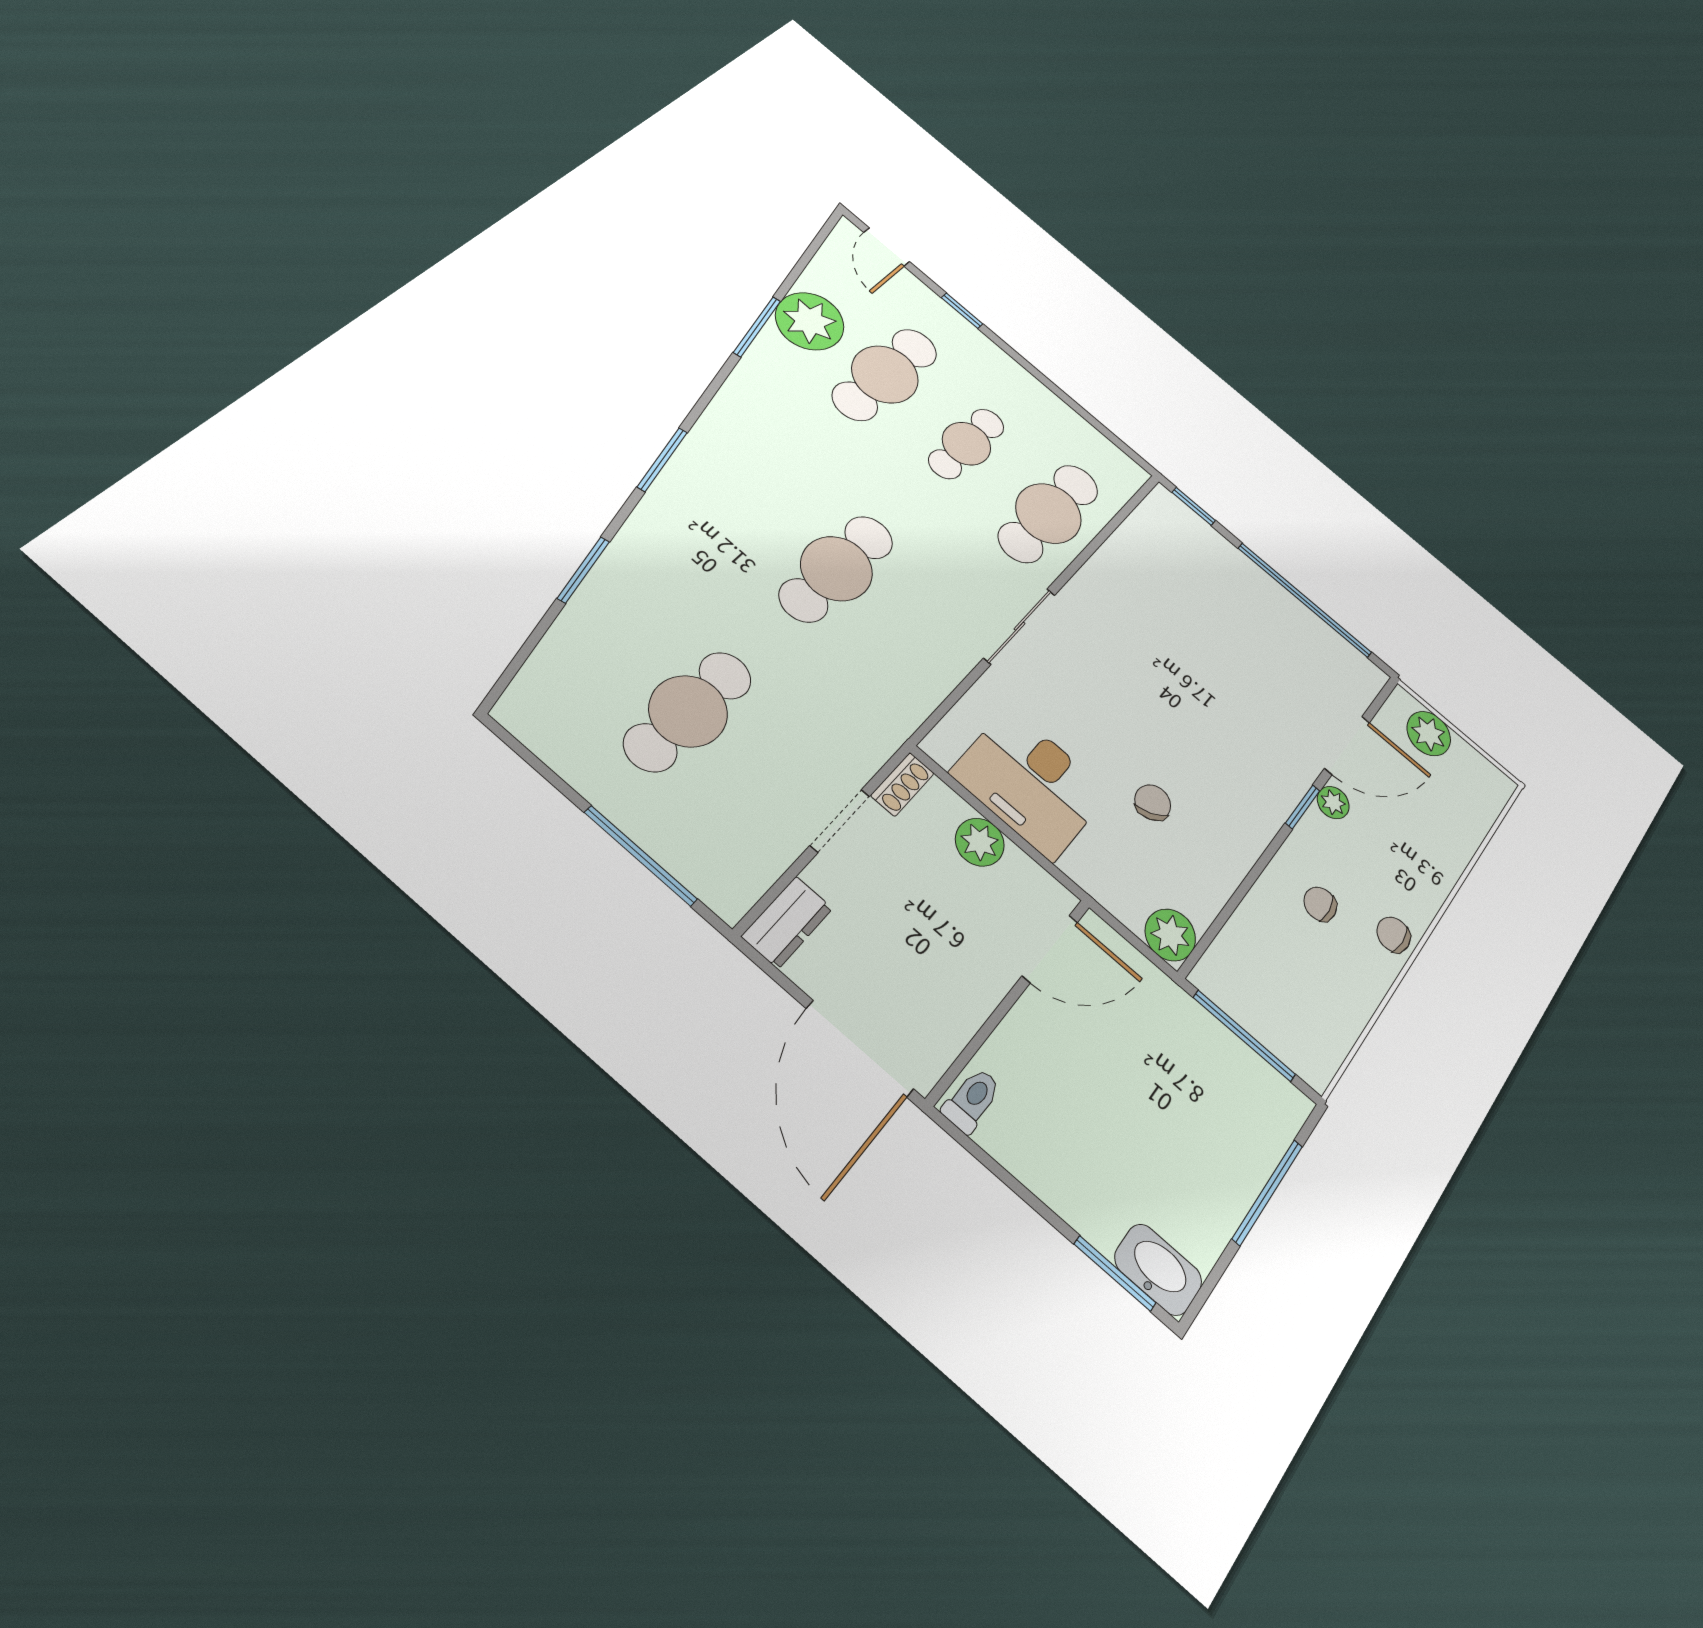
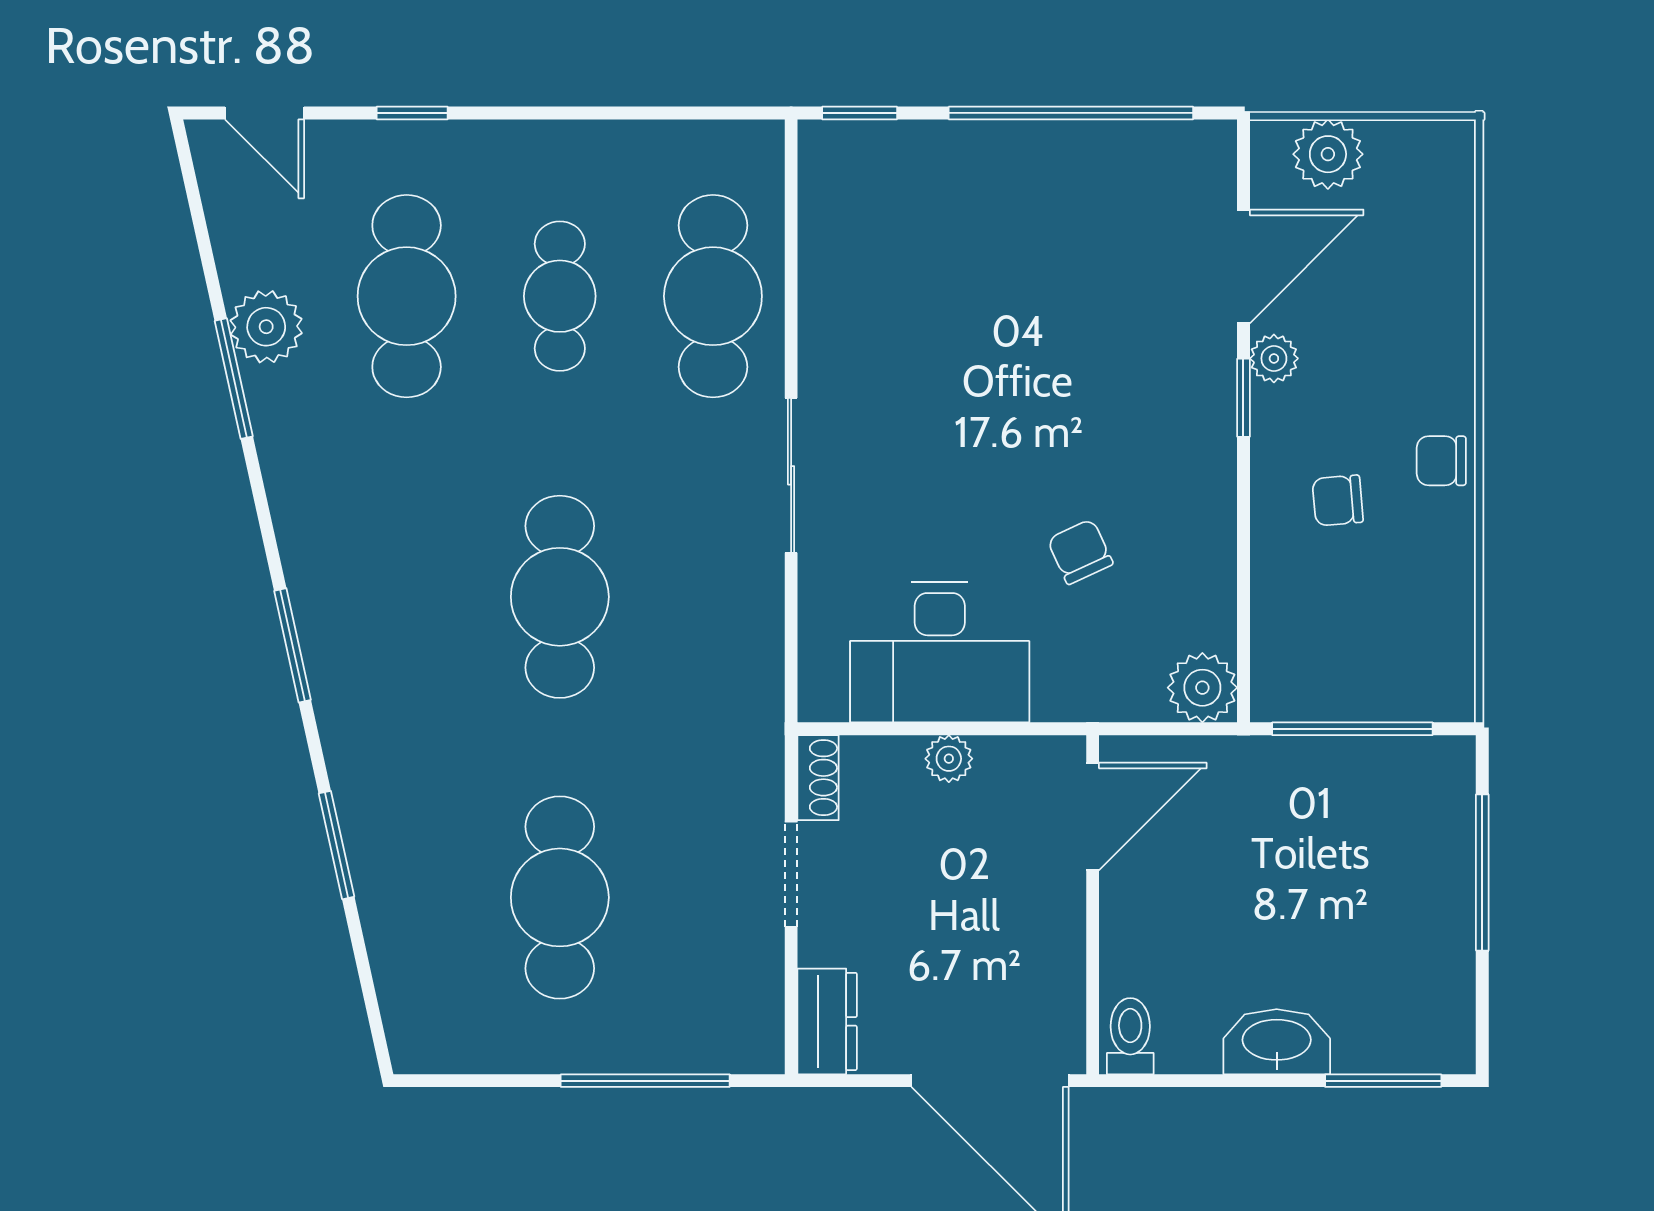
plant: (810, 321) -> (266, 327), width x0.73, depth x0.73
plant: (980, 842) -> (949, 759), width x0.73, depth x0.73
washbasin: (1158, 1270) -> (1277, 1042), moved

